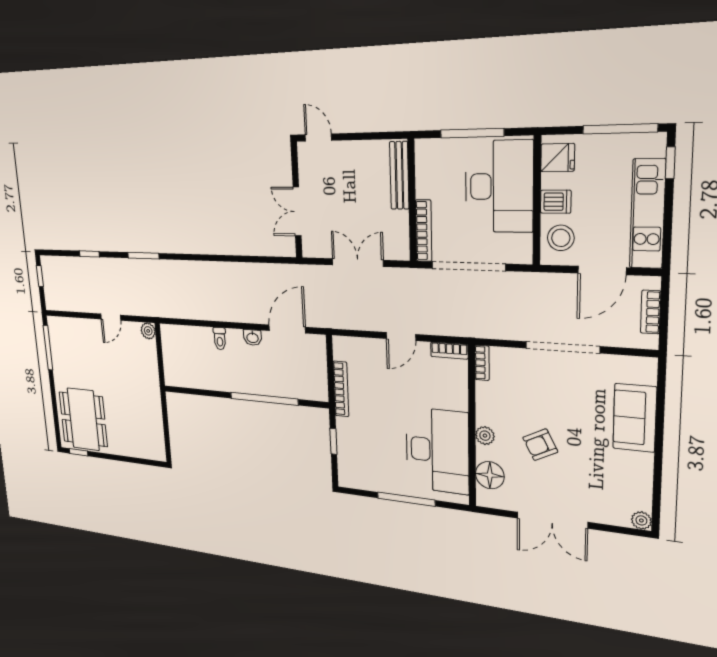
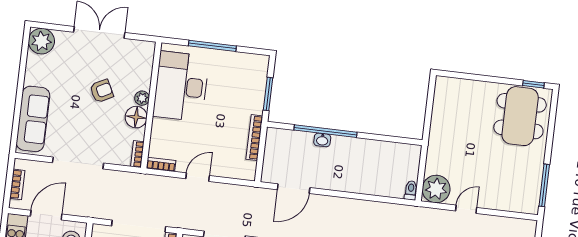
plant: (148, 331) -> (436, 189), width x1.88, depth x1.88
washbasin: (253, 337) -> (322, 140), moved, turned 180
toilet: (220, 339) -> (411, 190), moved
sofa: (635, 418) -> (33, 119), width x1.36
window: (333, 441) -> (268, 94), width x1.50
floor lamp: (490, 475) -> (136, 117), moved
plant: (641, 520) -> (41, 41), width x1.88, depth x1.88

